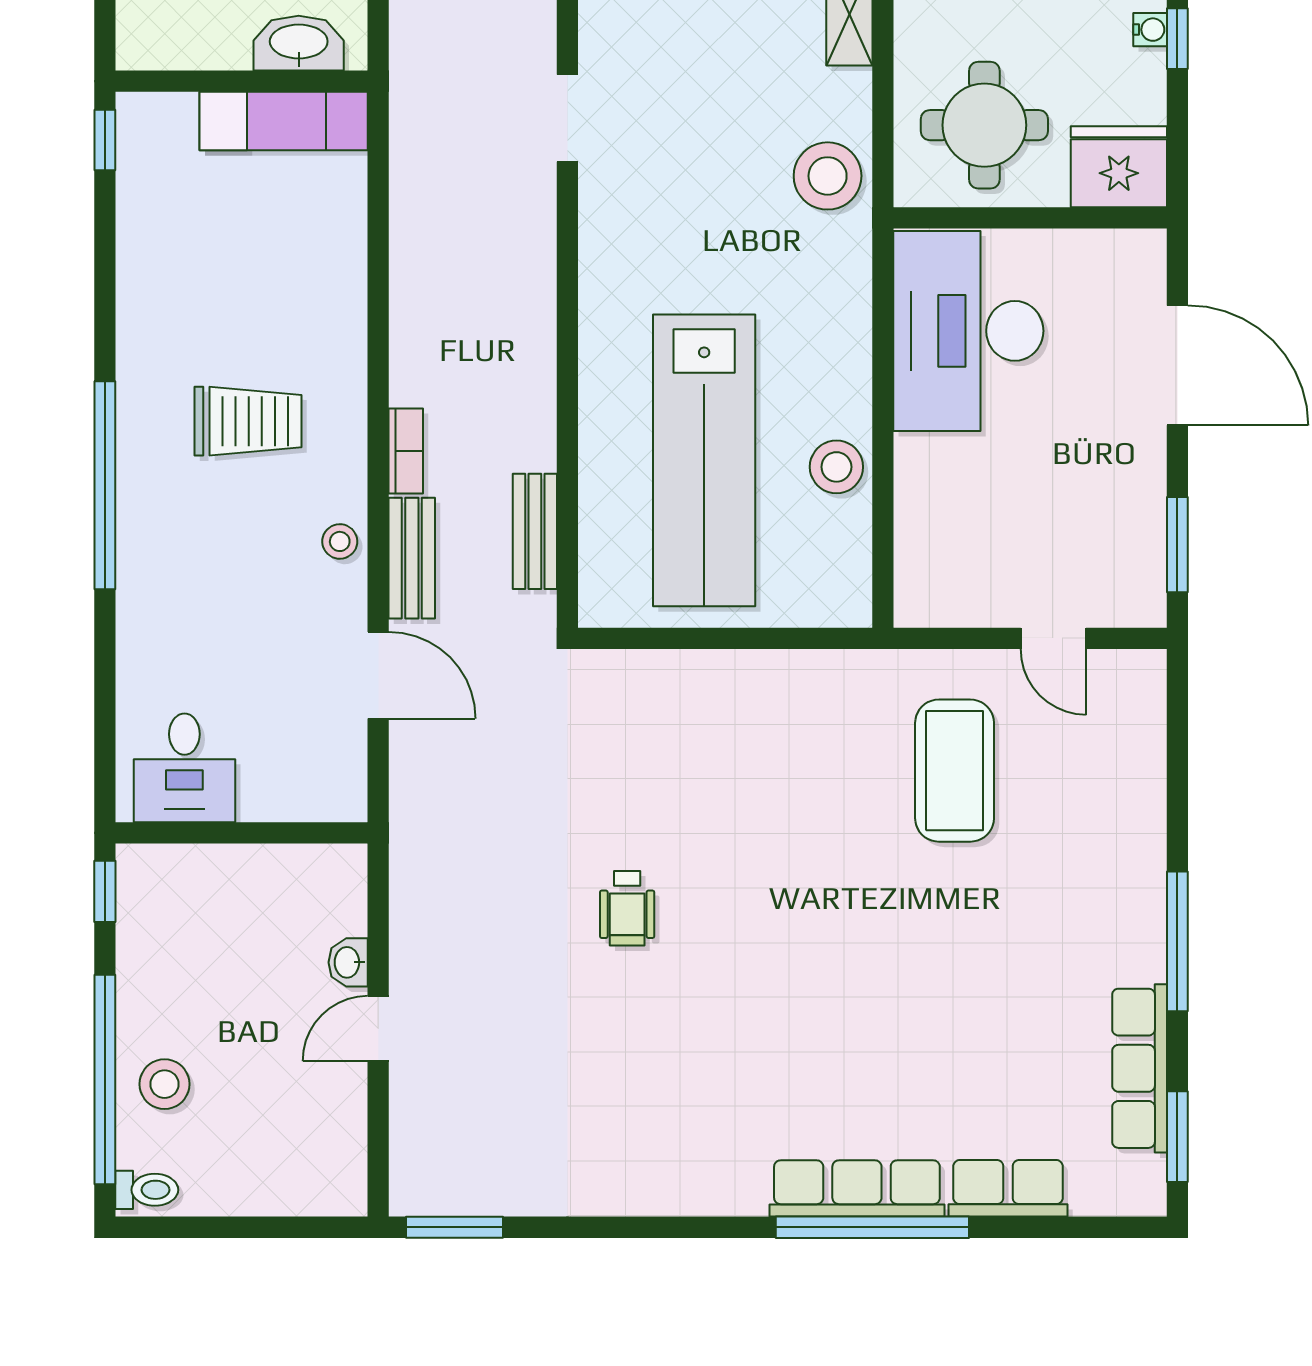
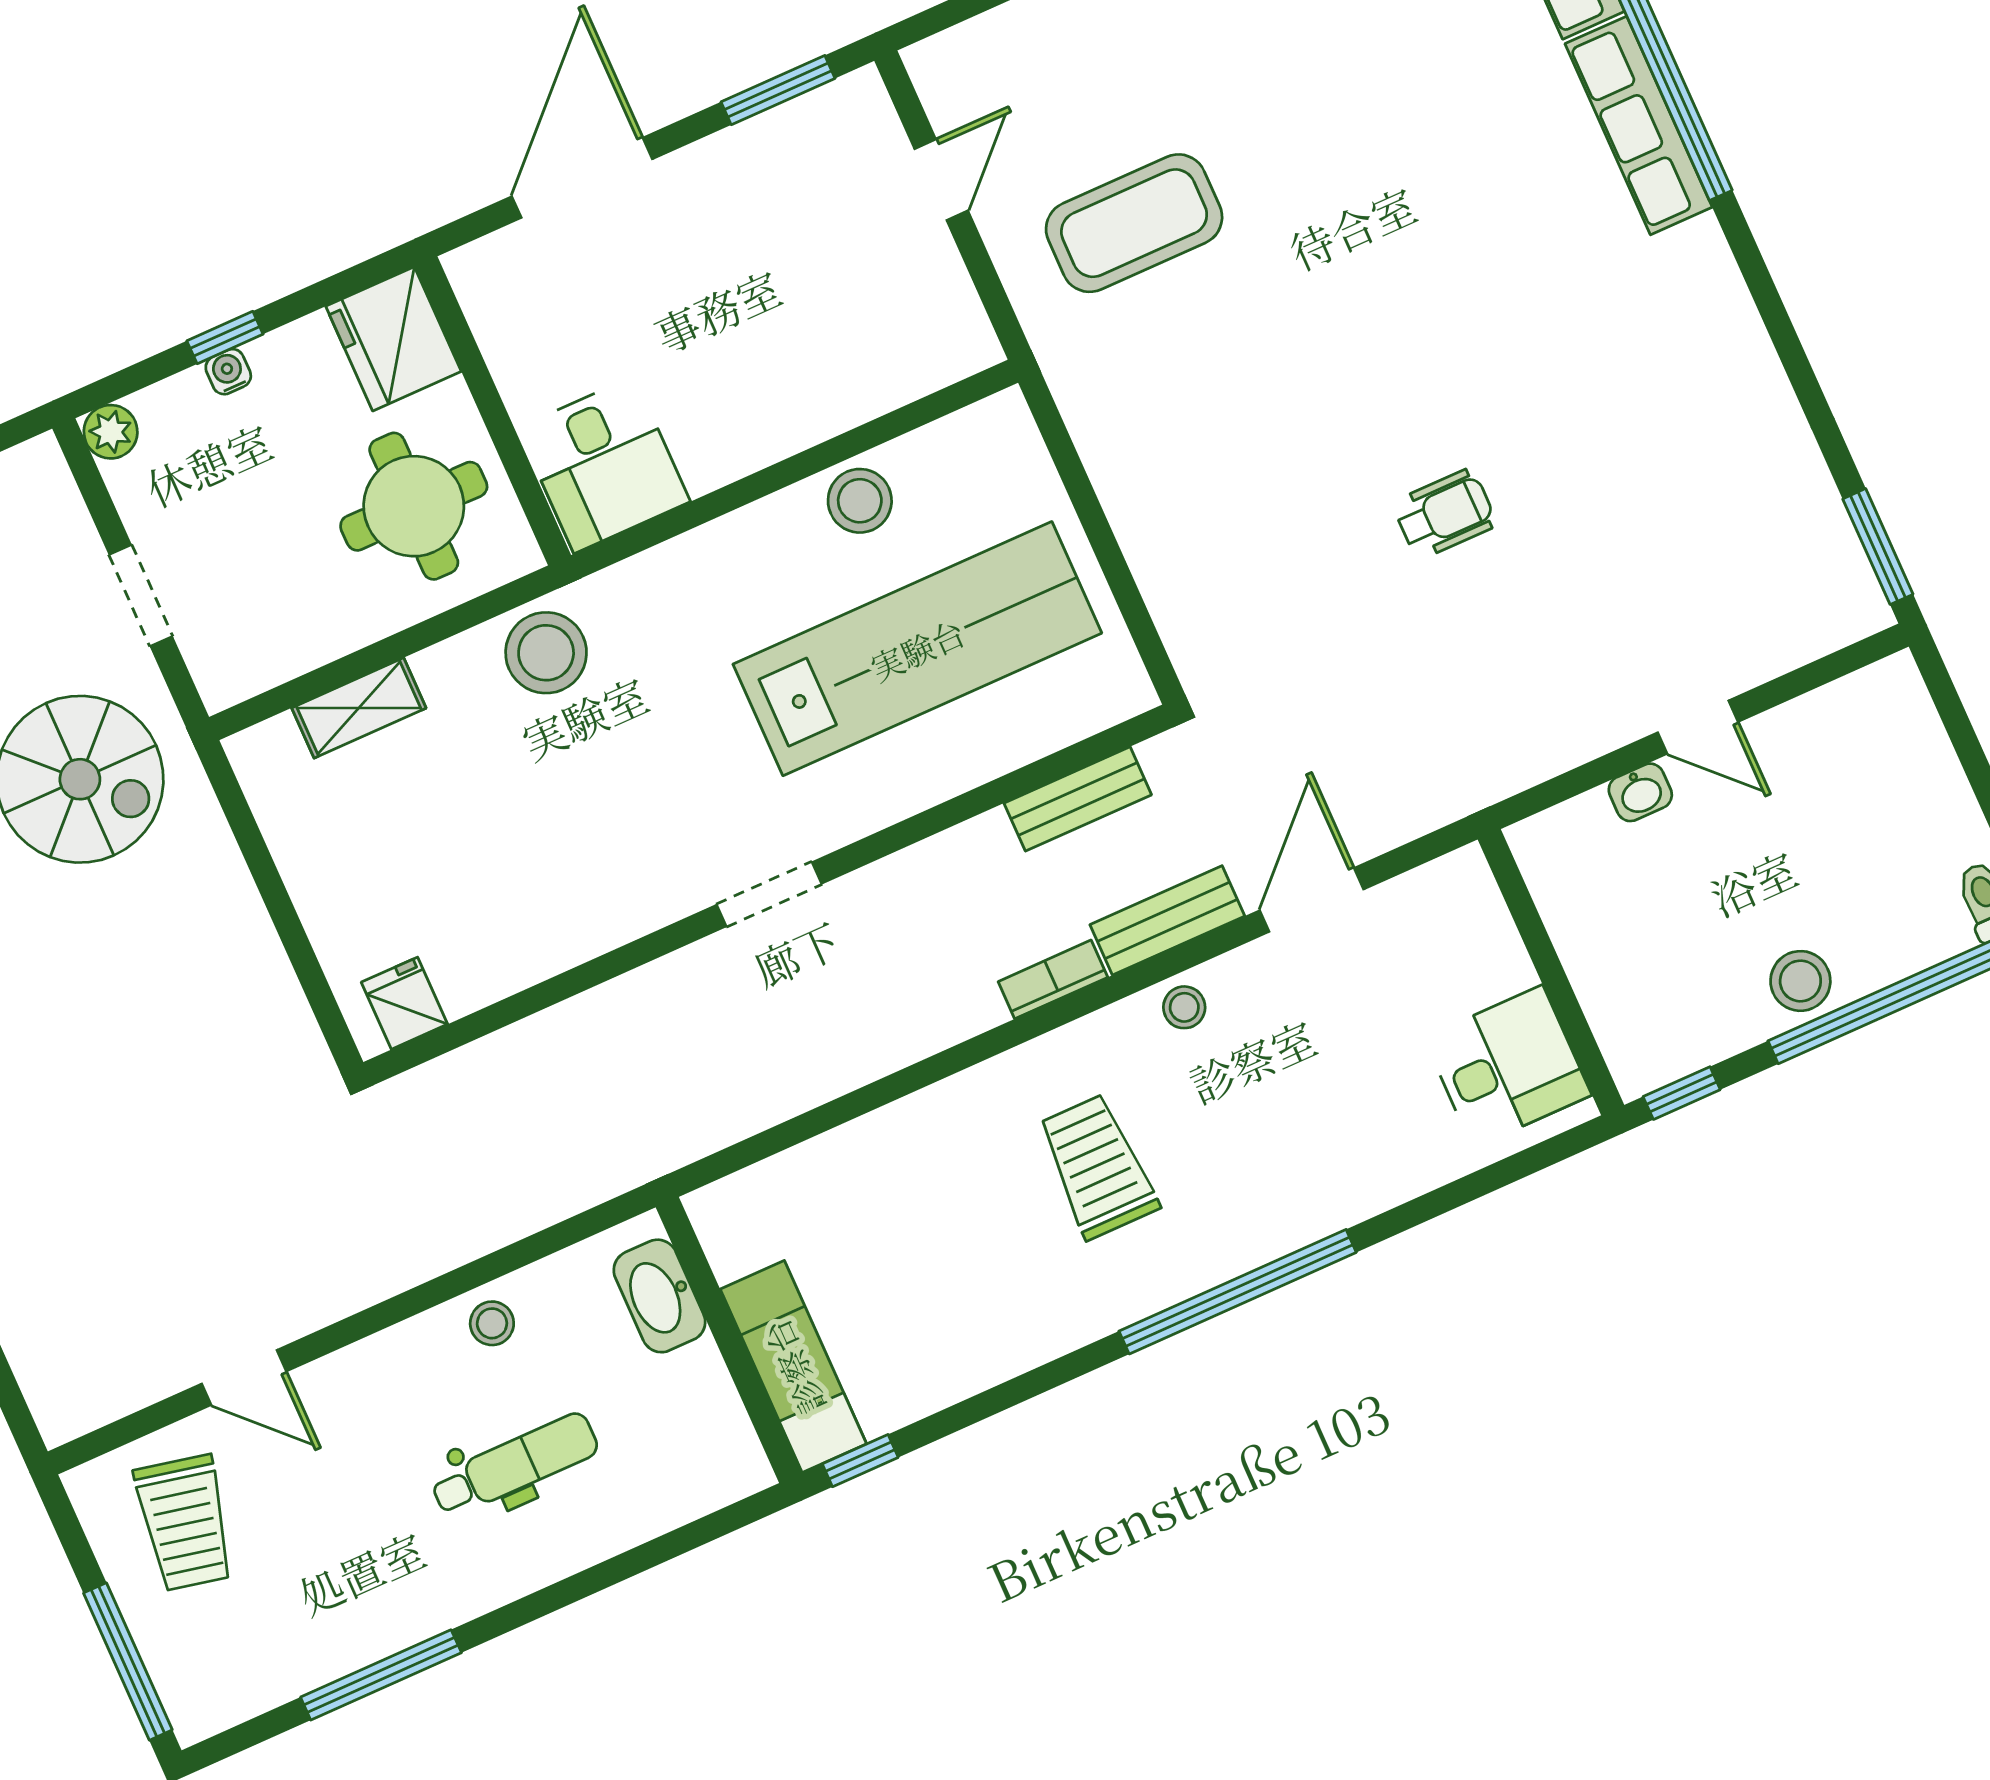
doorway: (567, 118) -> (769, 894), moved
exam couch: (284, 121) -> (793, 1367), moved
desk: (968, 331) -> (604, 465), width x0.53, depth x0.77
stool: (164, 1084) -> (1800, 981), moved

